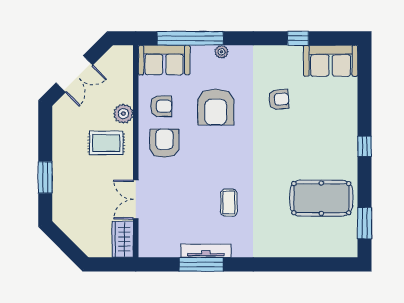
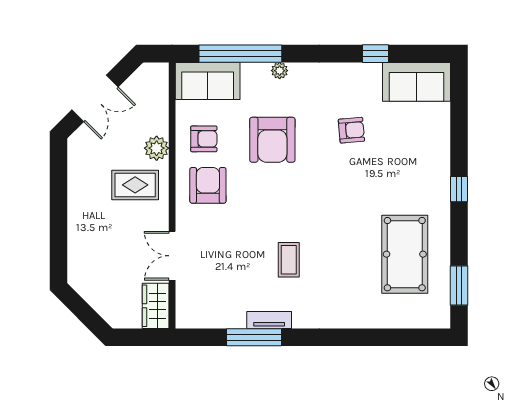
window: (45, 177) -> (58, 228), removed
pool table: (321, 198) -> (405, 254), turned 90
tv unit: (206, 251) -> (269, 320), width x0.71

